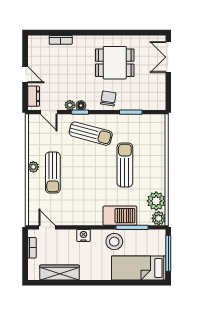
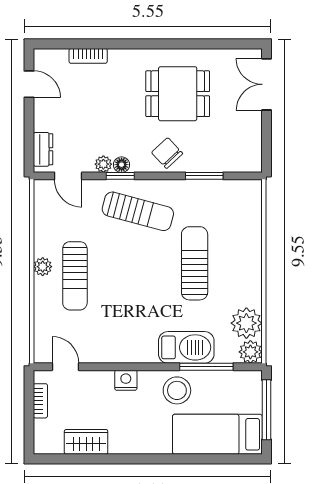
door: (25, 75) -> (29, 84), moved
chair: (108, 98) -> (167, 153), turned -52
wardrobe: (59, 273) -> (86, 442), width x0.67

